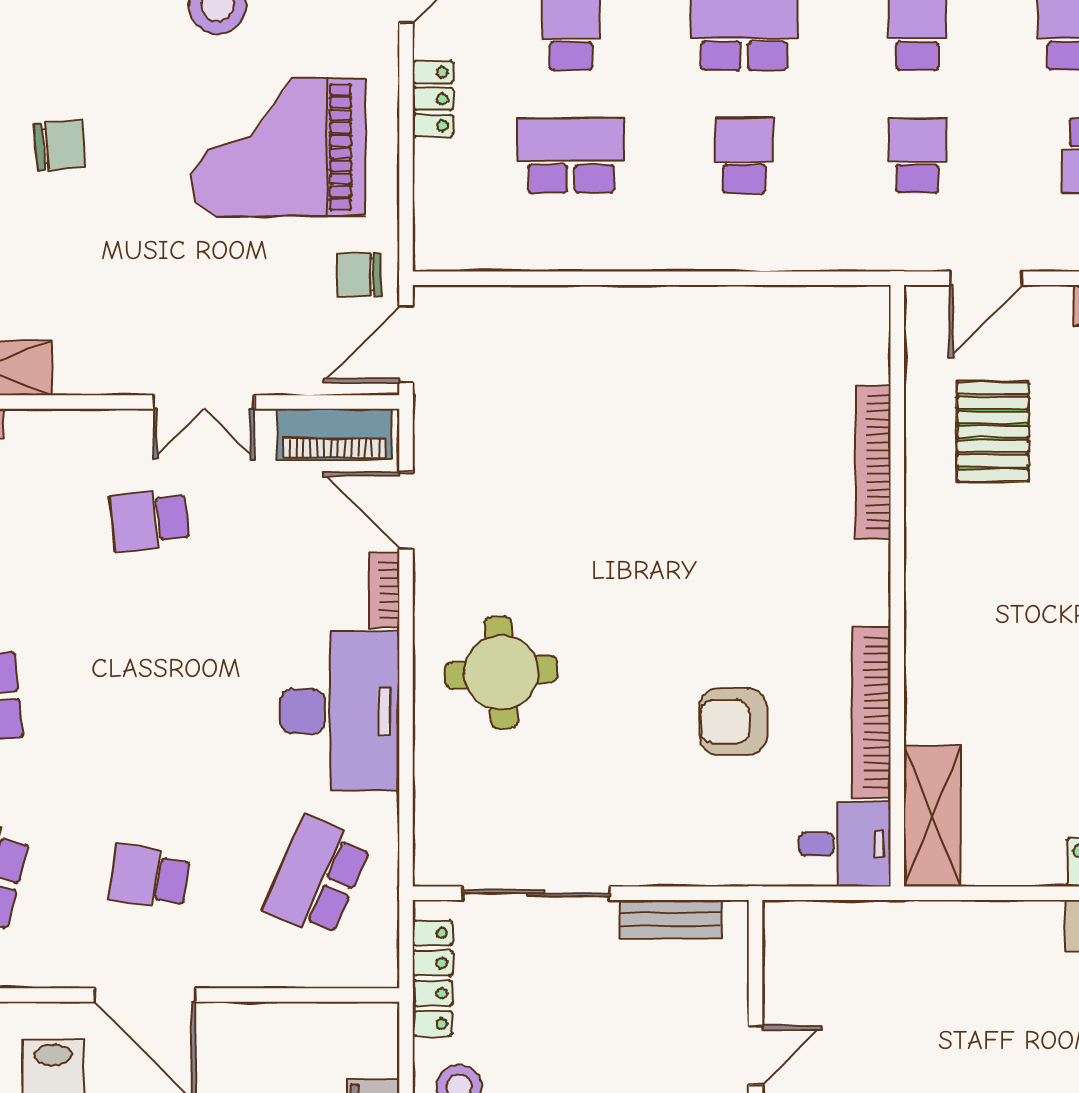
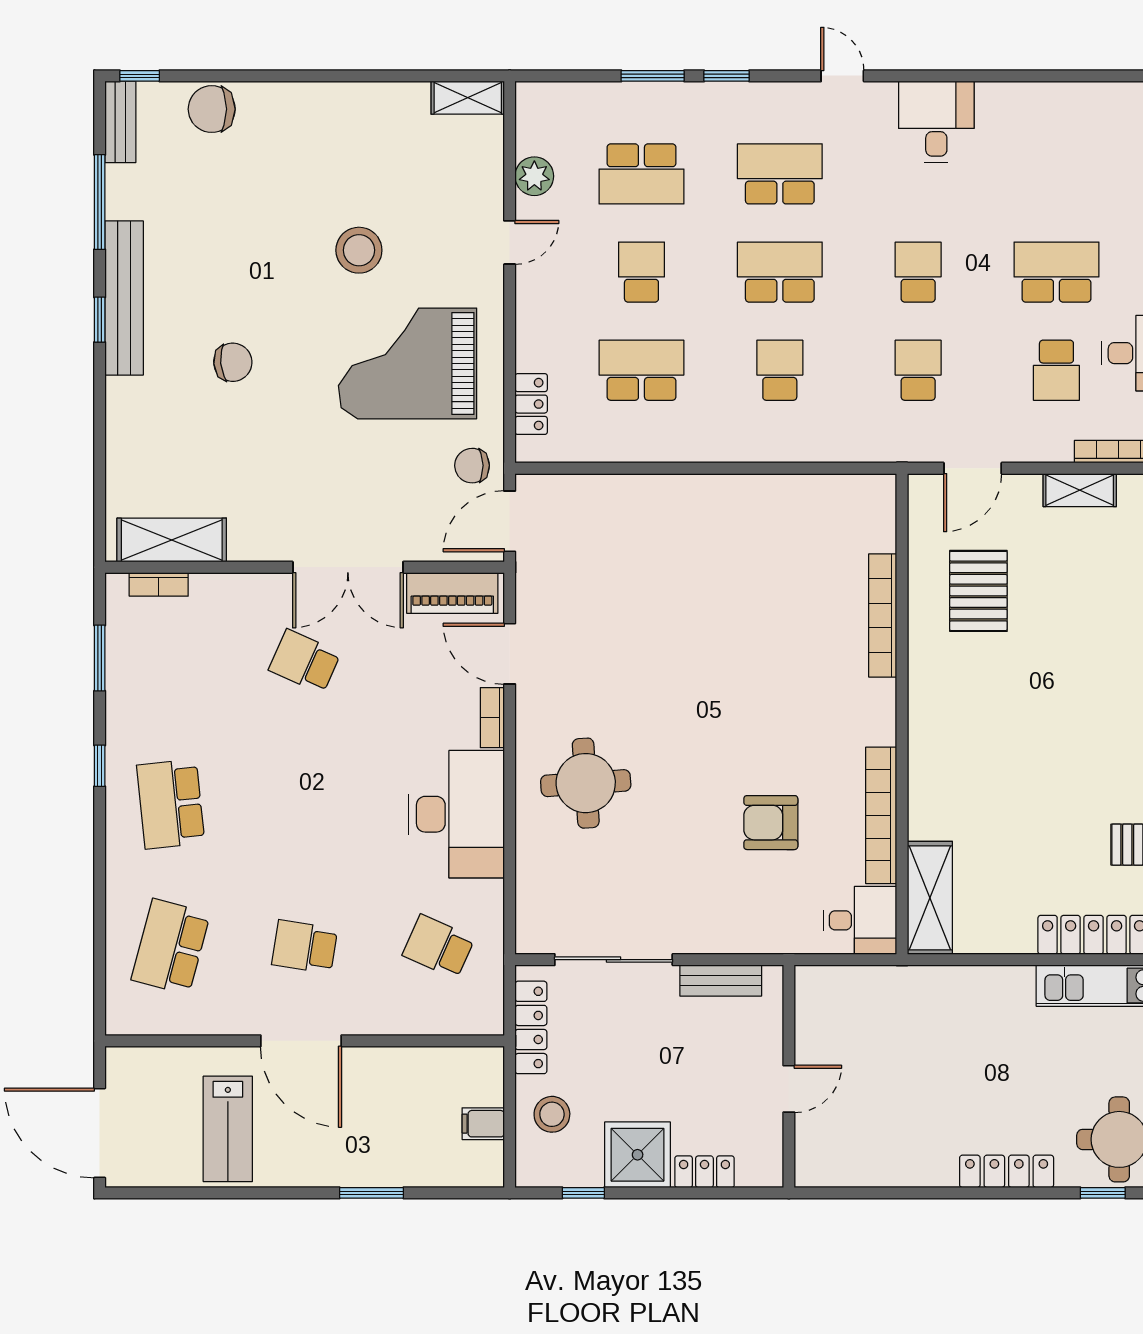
locker: (433, 99) -> (531, 404), moved
double door: (204, 402) -> (348, 567), width x1.37
school desk: (149, 520) -> (305, 661), turned 30
school desk: (317, 877) -> (439, 947), width x0.54

